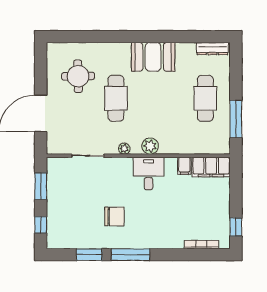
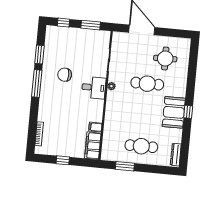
window: (150, 37) -> (188, 112), added
window: (236, 119) -> (125, 166), width x0.69
plant: (150, 146) -> (112, 104), removed
desk: (149, 174) -> (94, 88), moved
chair: (114, 216) -> (65, 75), turned 90
window: (236, 227) -> (63, 160), moved

